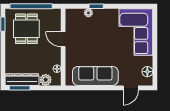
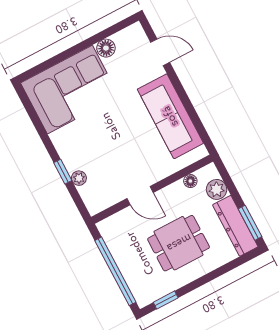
dining table: (26, 29) -> (179, 243), moved
door: (63, 39) -> (140, 196), hinge flipped
floor lamp: (147, 72) -> (106, 48), moved

